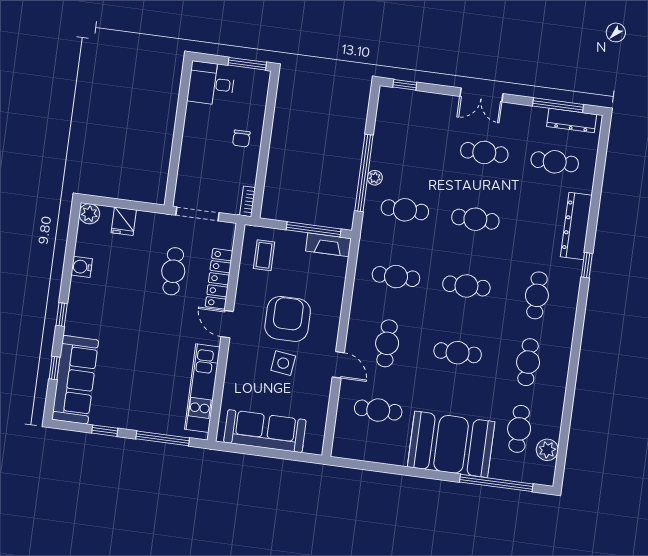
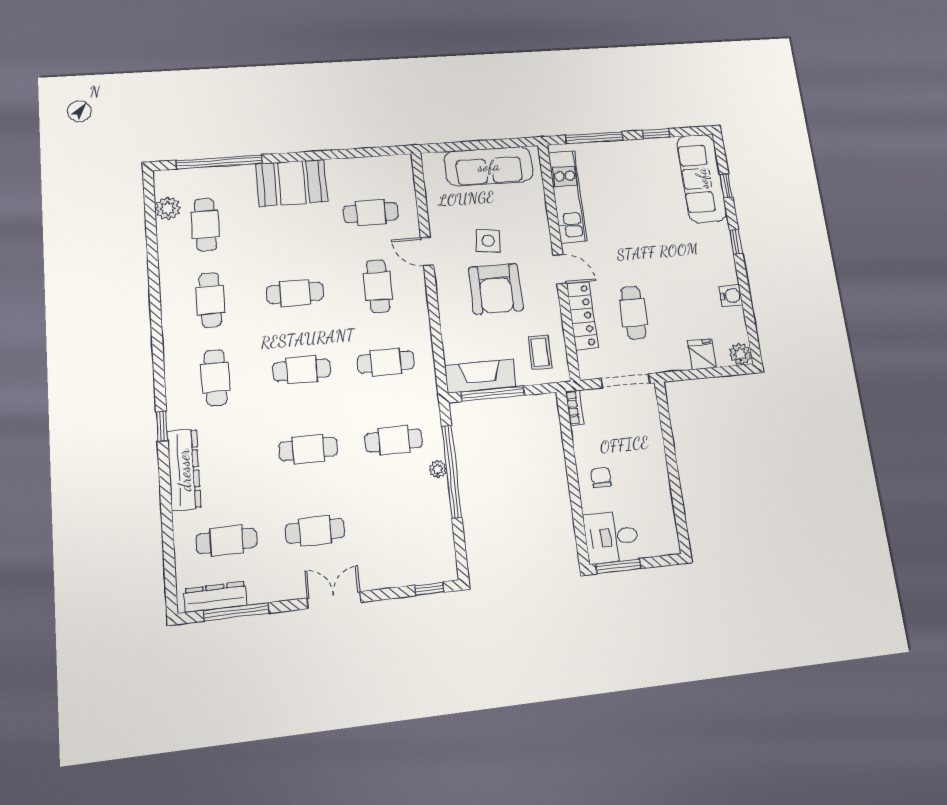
desk: (211, 84) -> (611, 537), moved, turned 180
fireplace: (328, 245) -> (480, 376), width x1.37, depth x1.32
booth: (451, 444) -> (292, 183), width x0.73, depth x0.70

